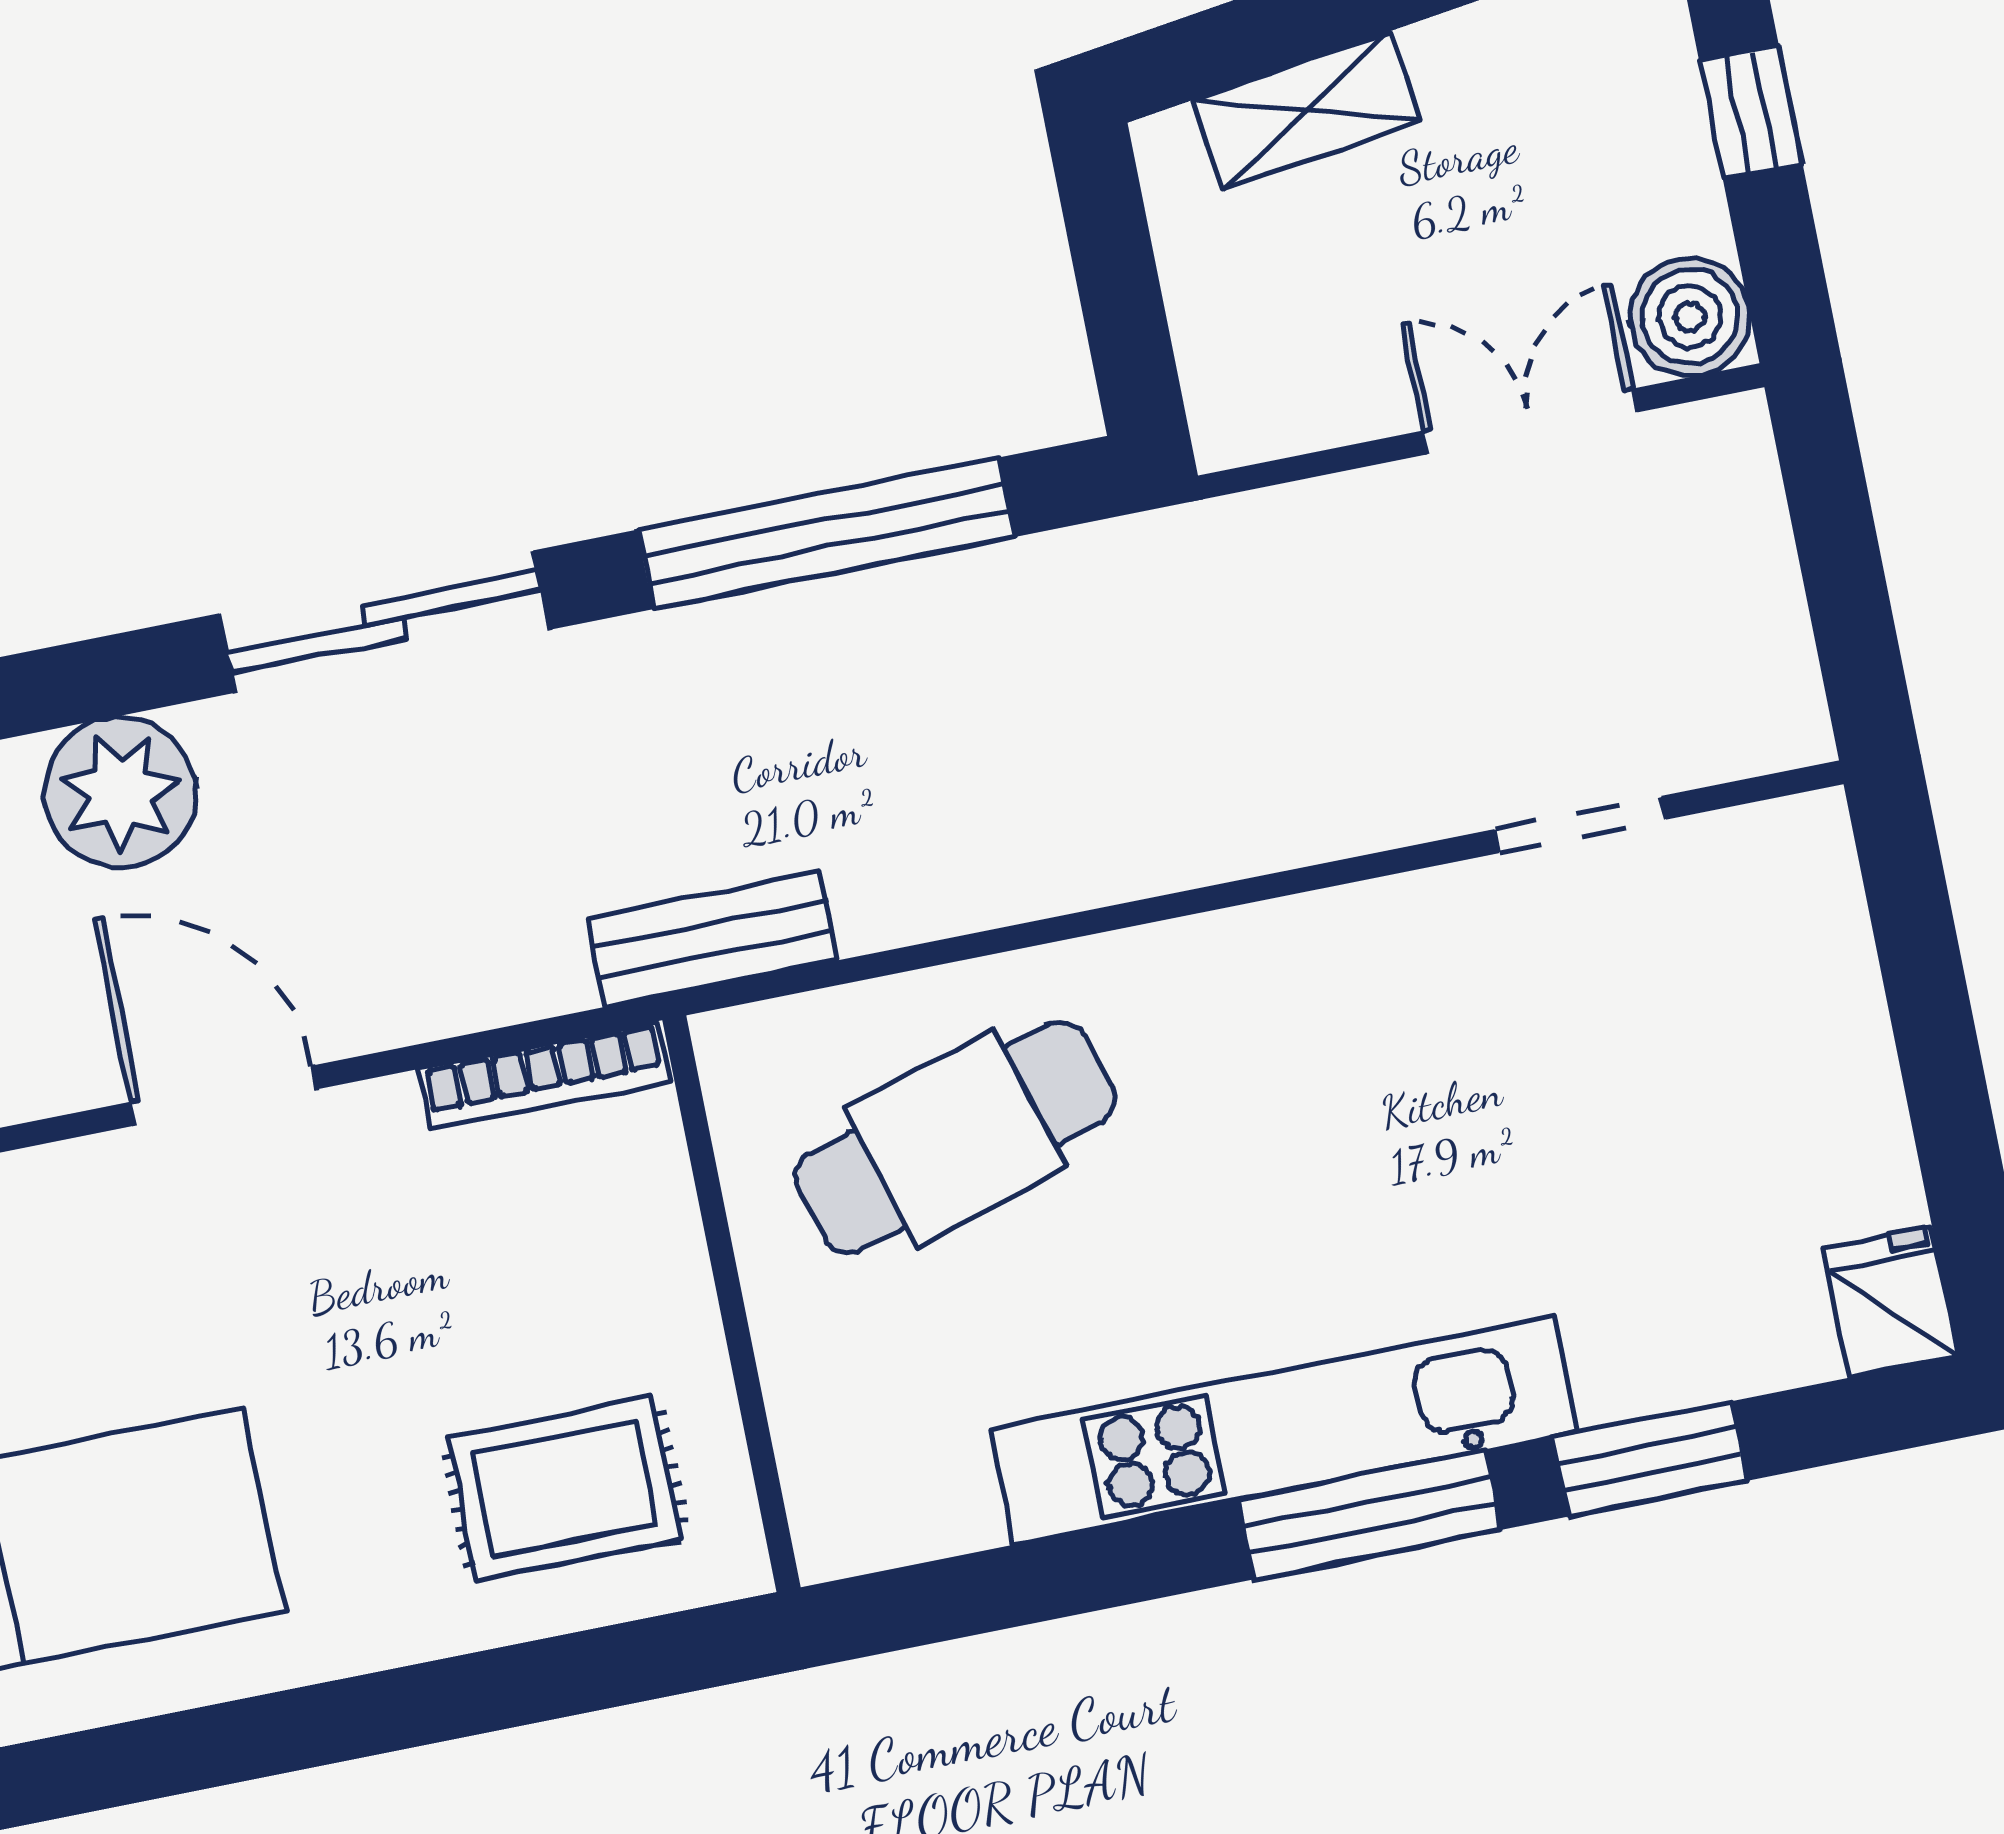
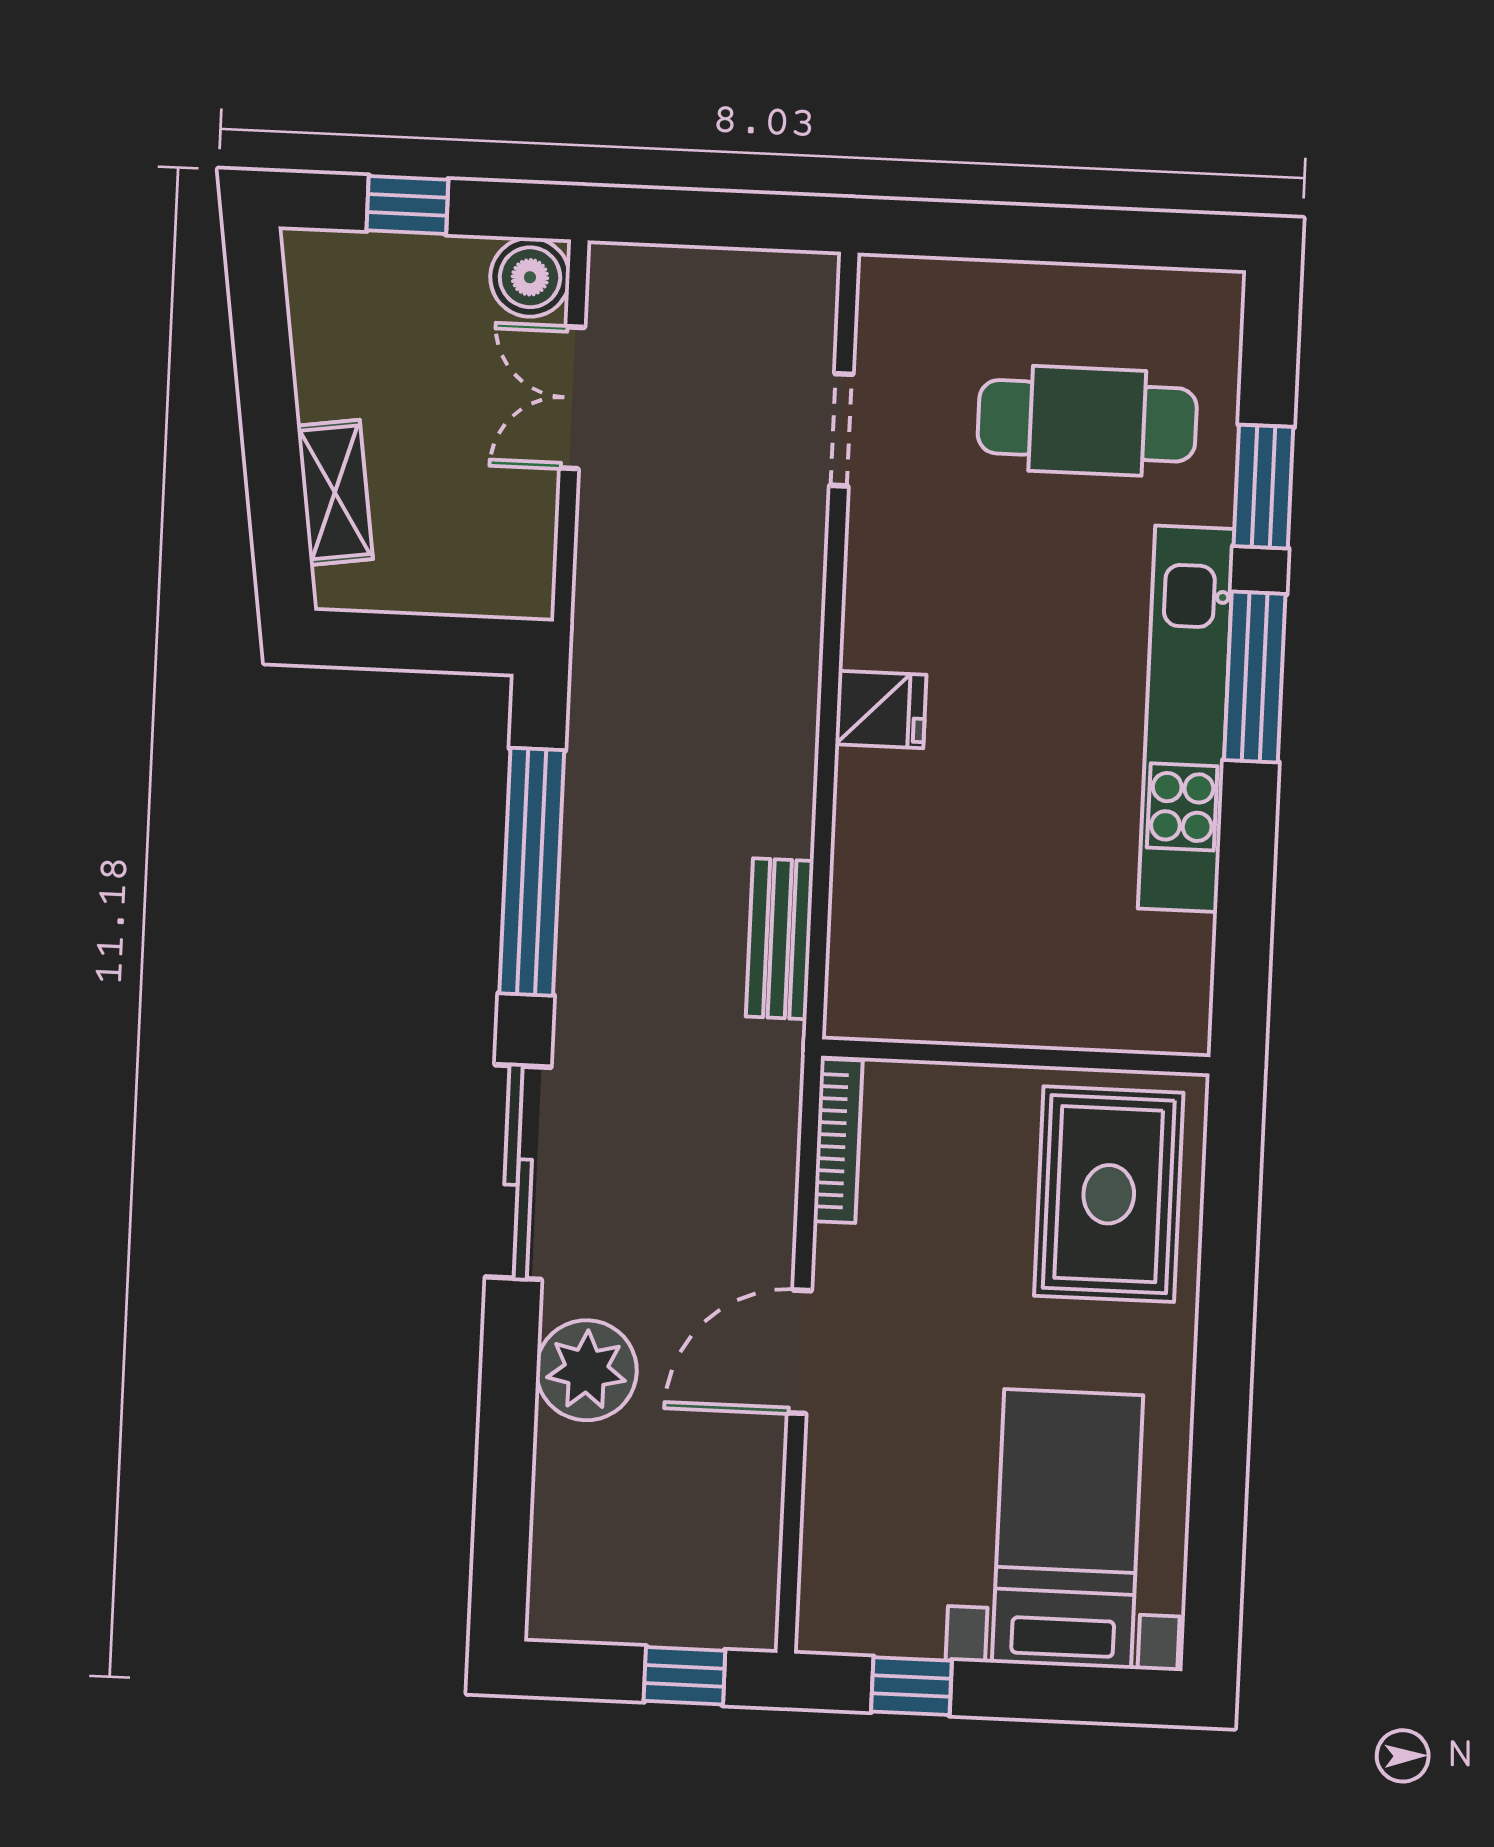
bench: (712, 939) -> (780, 939), moved
cafe table: (955, 1138) -> (1087, 421), moved, turned -73
fridge: (1891, 1302) -> (881, 709), moved, turned 180
rug: (565, 1489) -> (1109, 1194), width x1.36, depth x1.43

